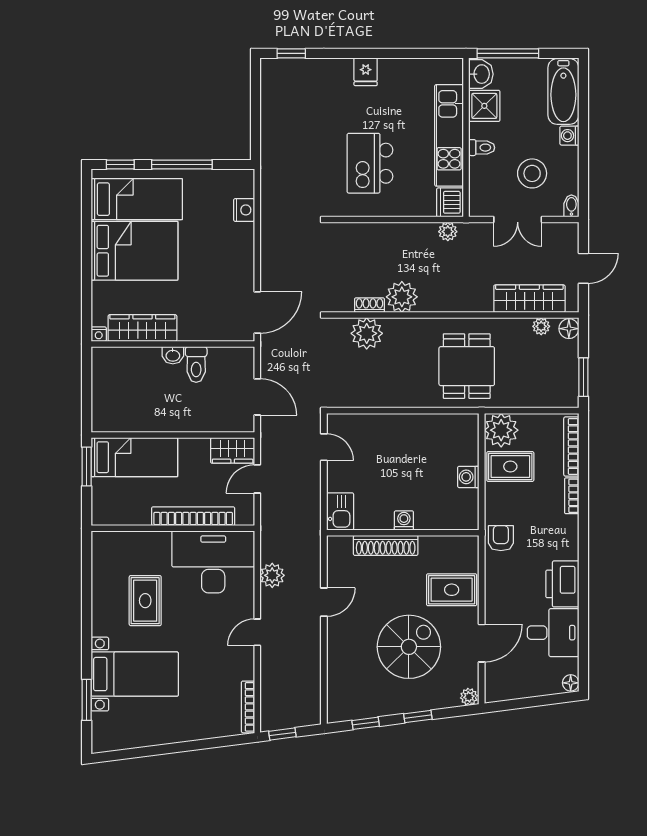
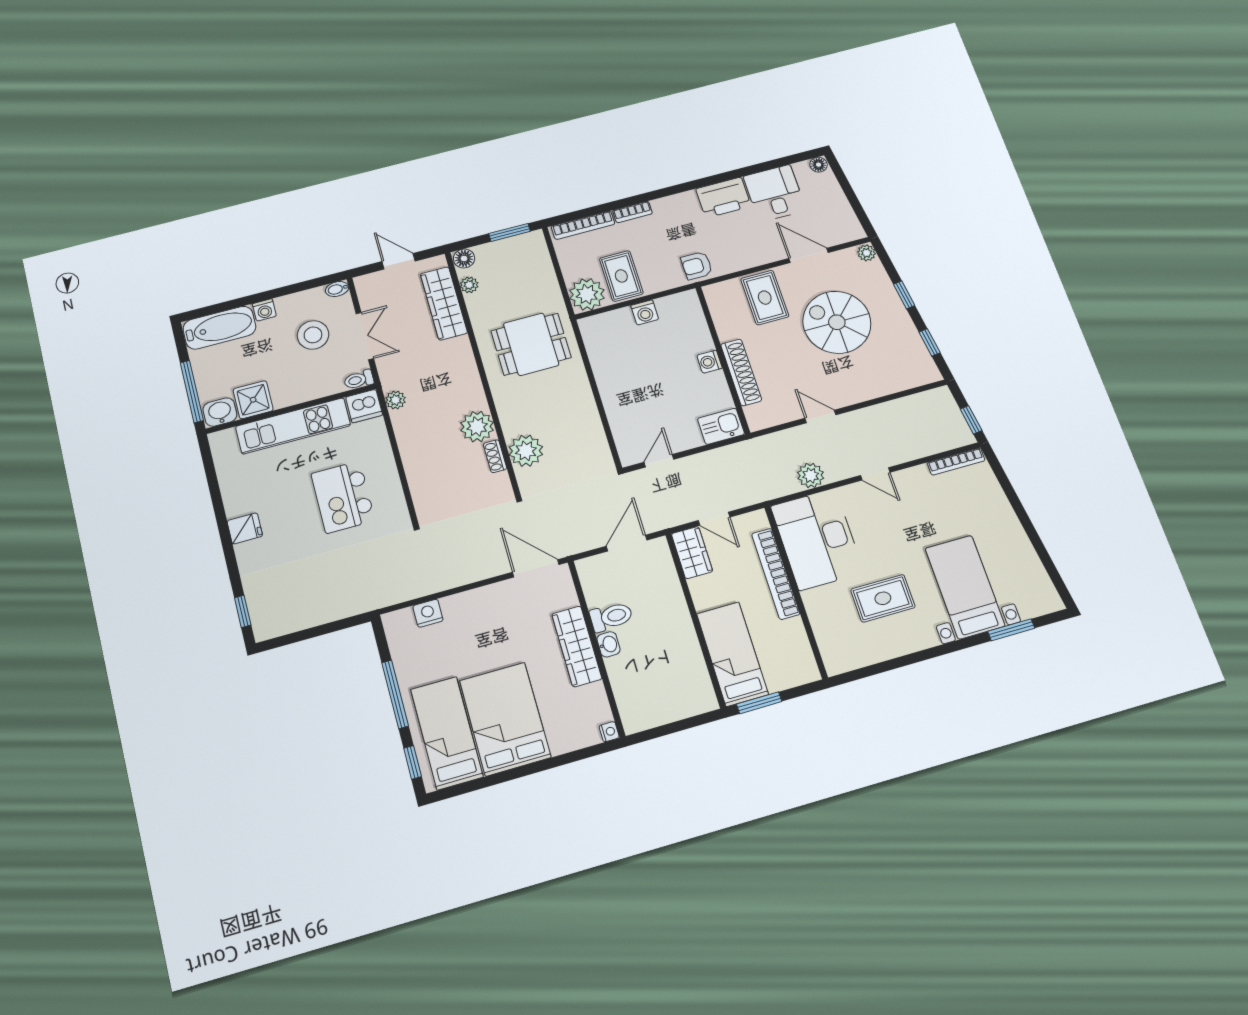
toilet: (482, 148) -> (359, 380), moved, turned -90
kitchen island: (370, 163) -> (343, 497), turned 90
wardrobe: (142, 328) -> (577, 646), moved

